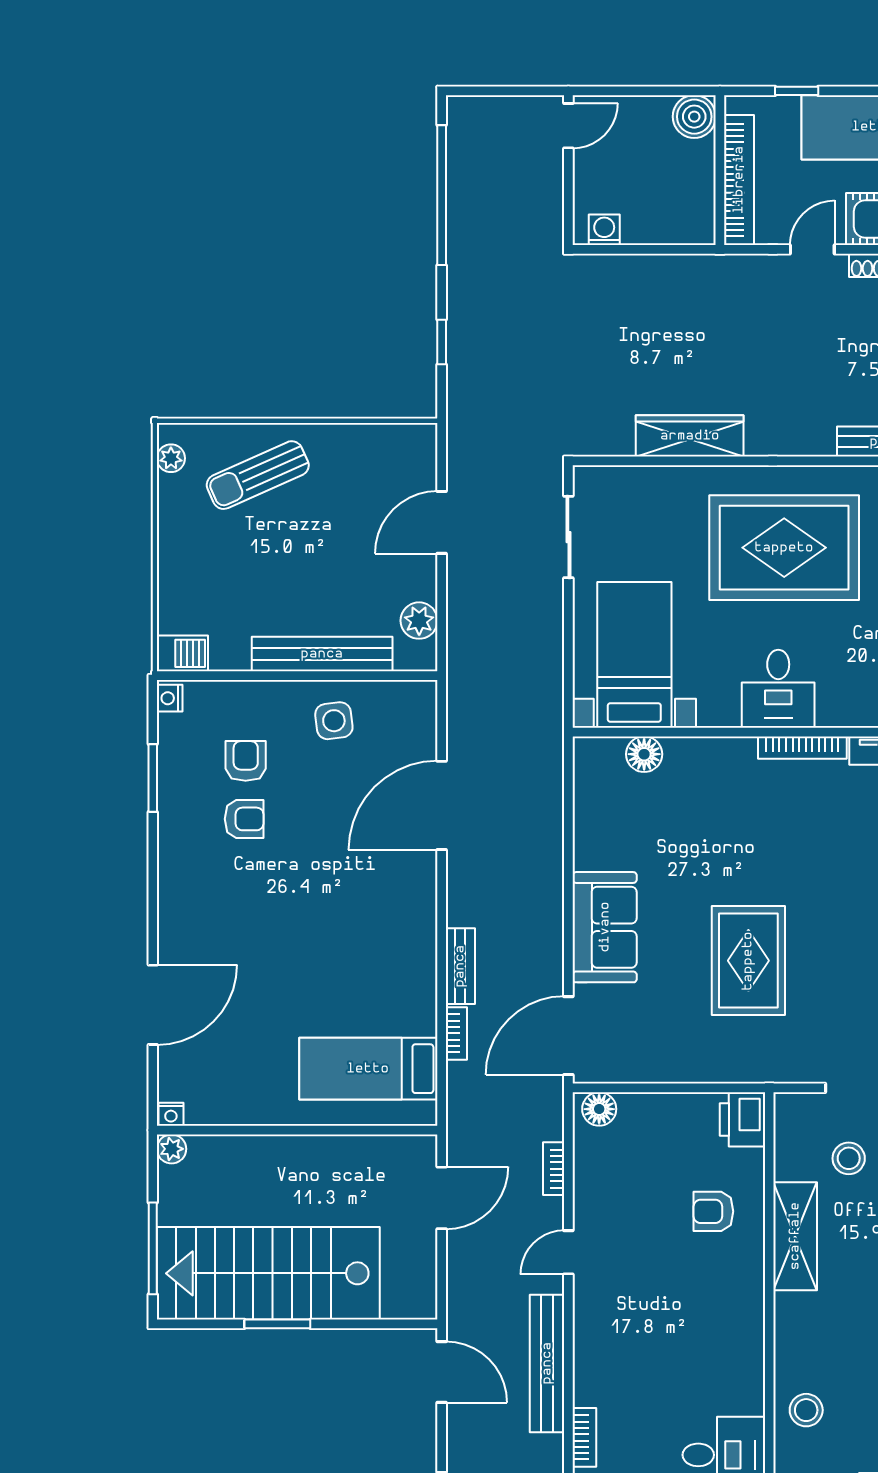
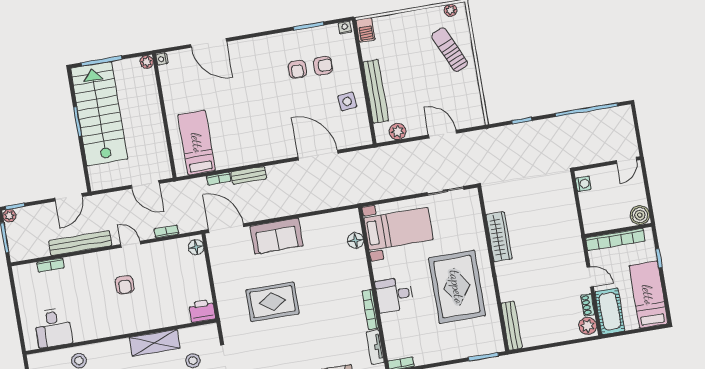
door: (568, 126) -> (627, 160), hinge flipped
armchair: (713, 1211) -> (125, 285), moved, turned 180

